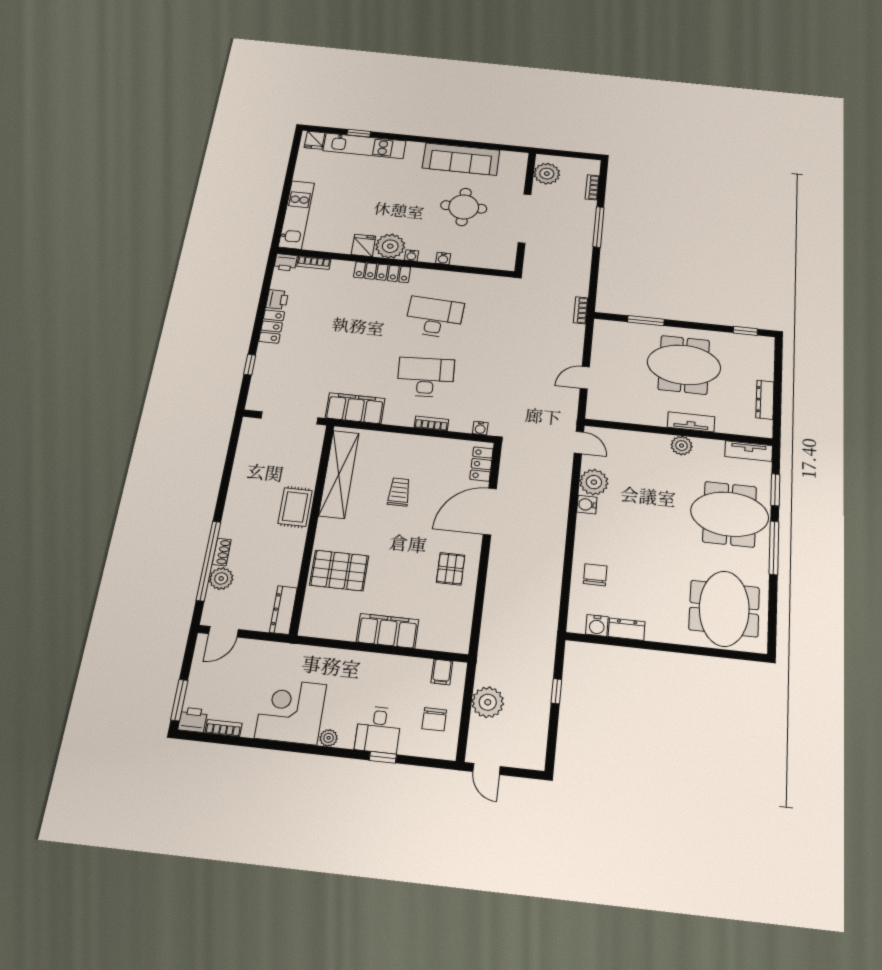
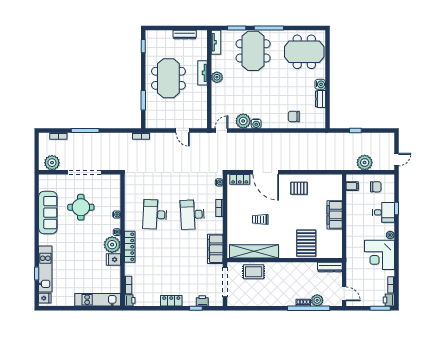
printer: (277, 299) -> (202, 301), moved
rug: (295, 507) -> (254, 272), moved
water cooler: (597, 625) -> (320, 84), moved

